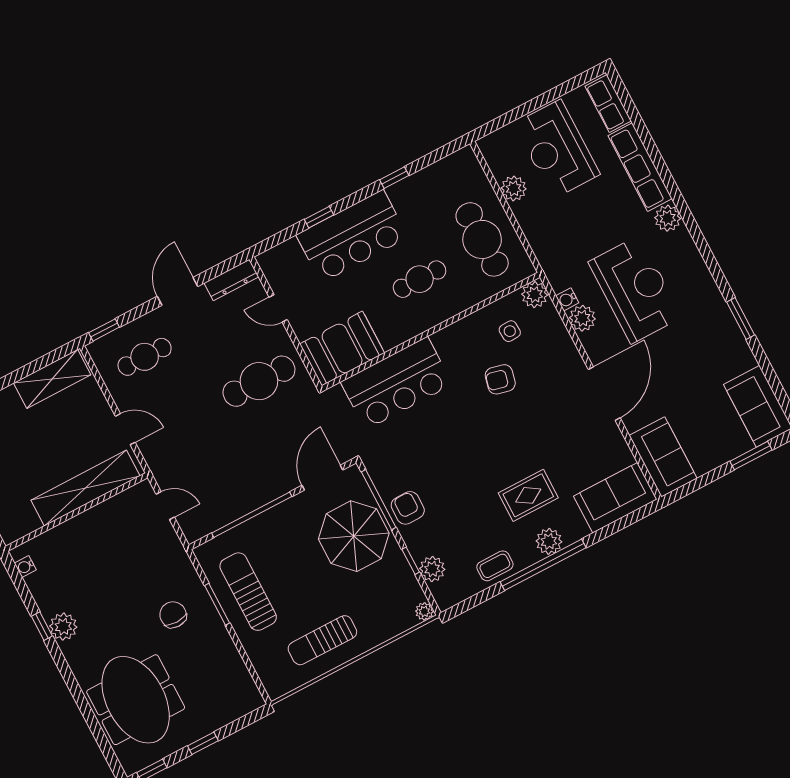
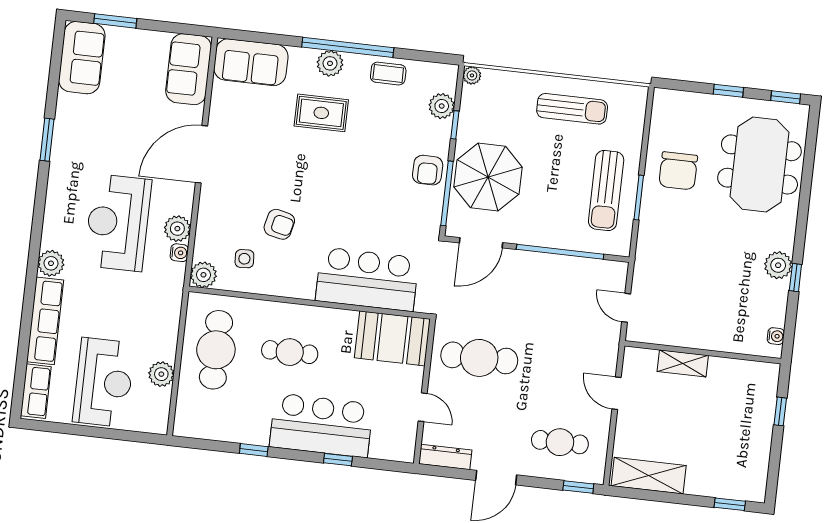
shelving: (85, 488) -> (683, 363), width x0.45, depth x0.75
chair: (173, 615) -> (678, 171), moved, width x1.37, depth x1.37

